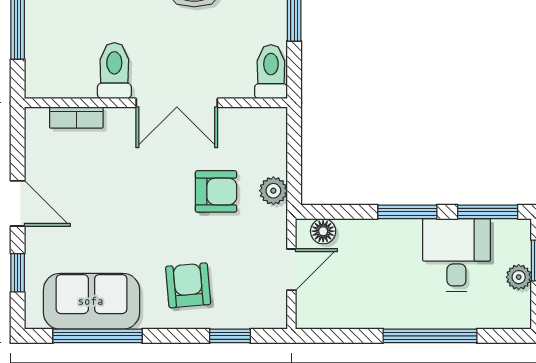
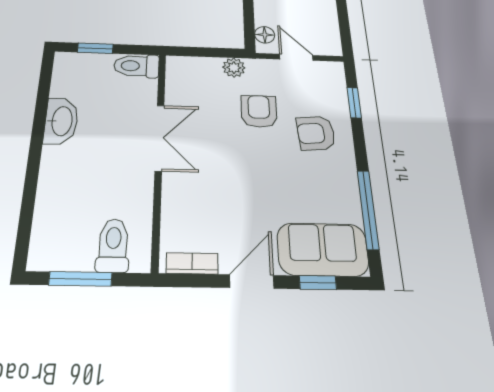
toilet: (114, 71) -> (113, 245), moved, turned 90
bookcase: (76, 118) -> (192, 263), moved, turned -90
armchair: (216, 191) -> (259, 111), moved
sofa: (91, 301) -> (323, 249), moved, turned 90

